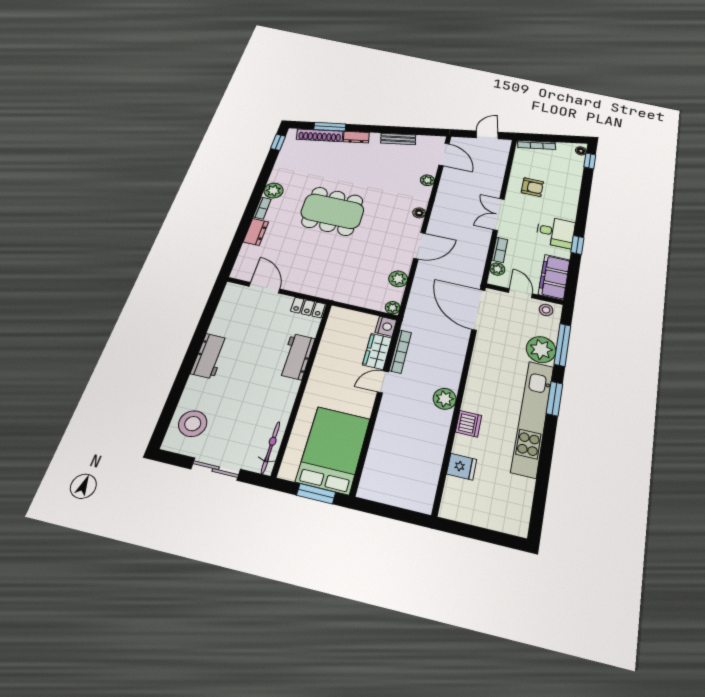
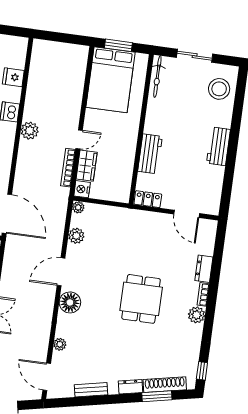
dining table: (332, 211) -> (141, 299), width x0.73
floor lamp: (419, 213) -> (70, 302), width x1.89, depth x1.89

